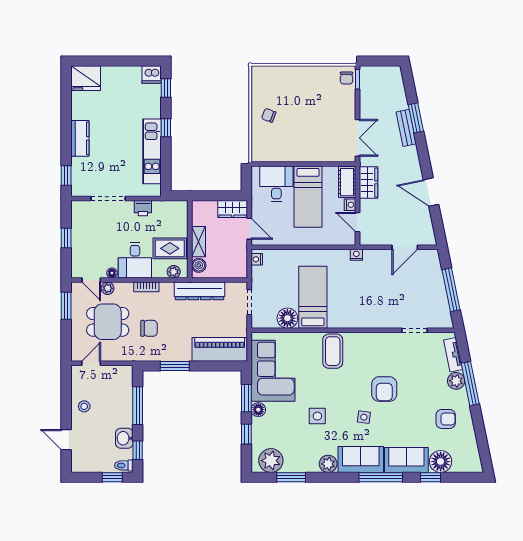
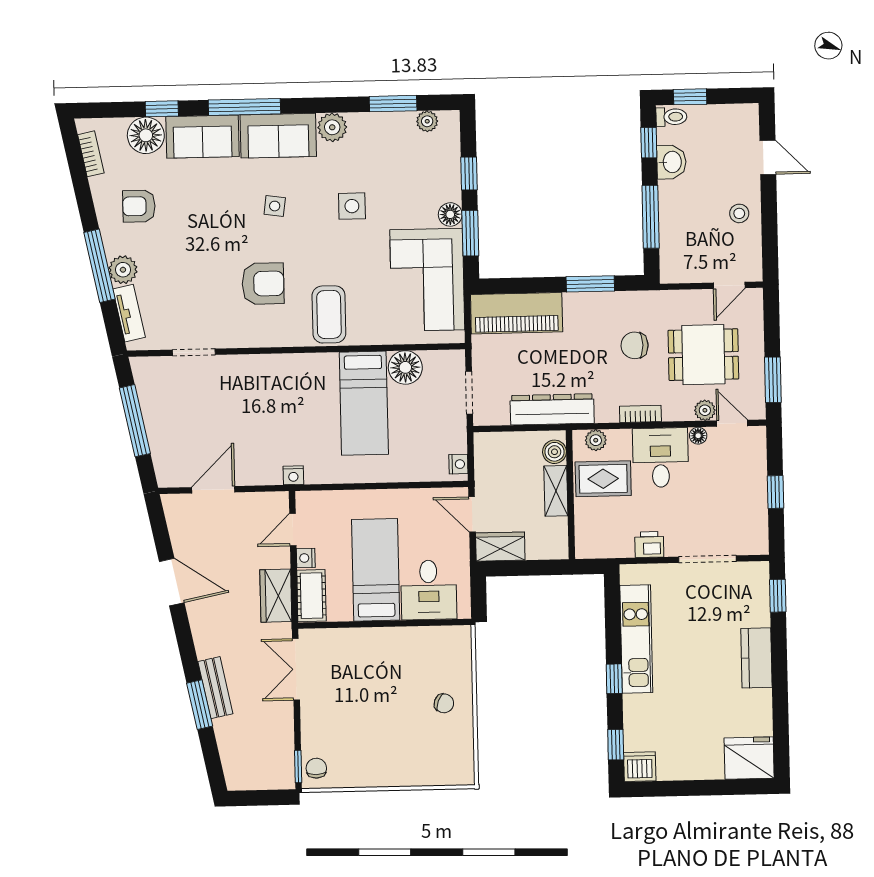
door: (357, 222) -> (293, 530), swing flipped
armchair: (384, 389) -> (263, 284), moved, turned 90
bookcase: (474, 451) -> (91, 154), added
plant: (271, 461) -> (427, 121), width x0.53, depth x0.53

